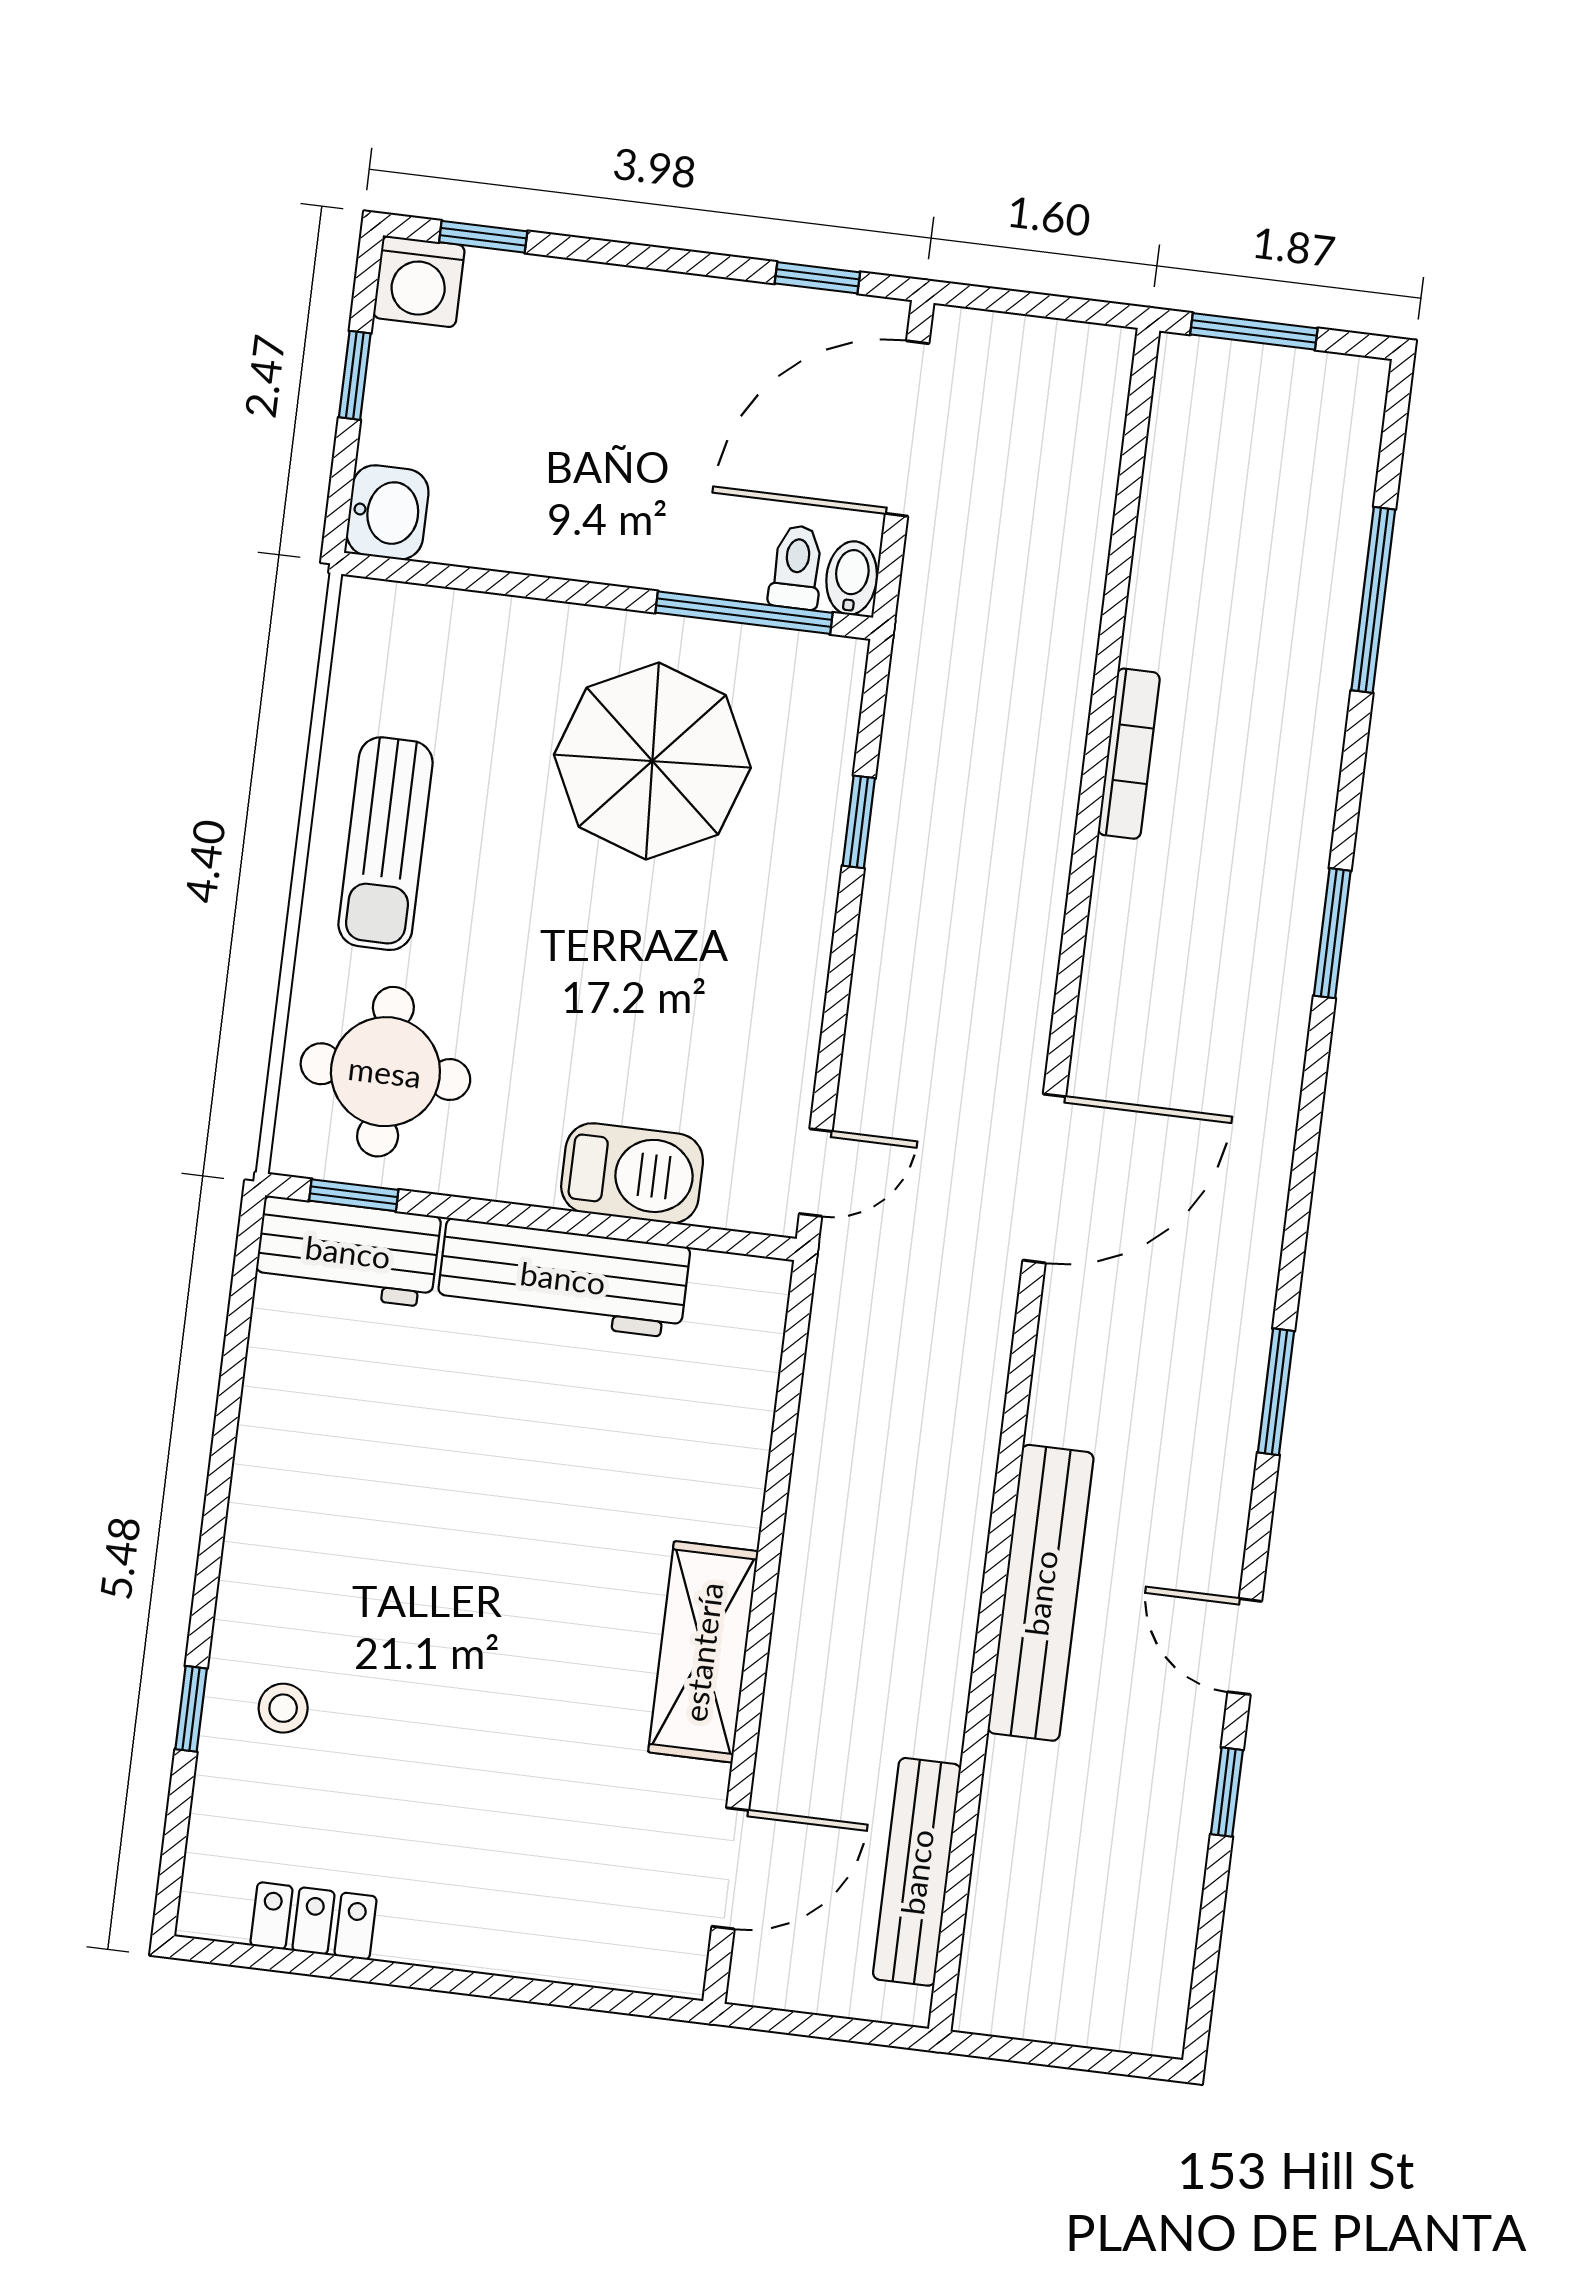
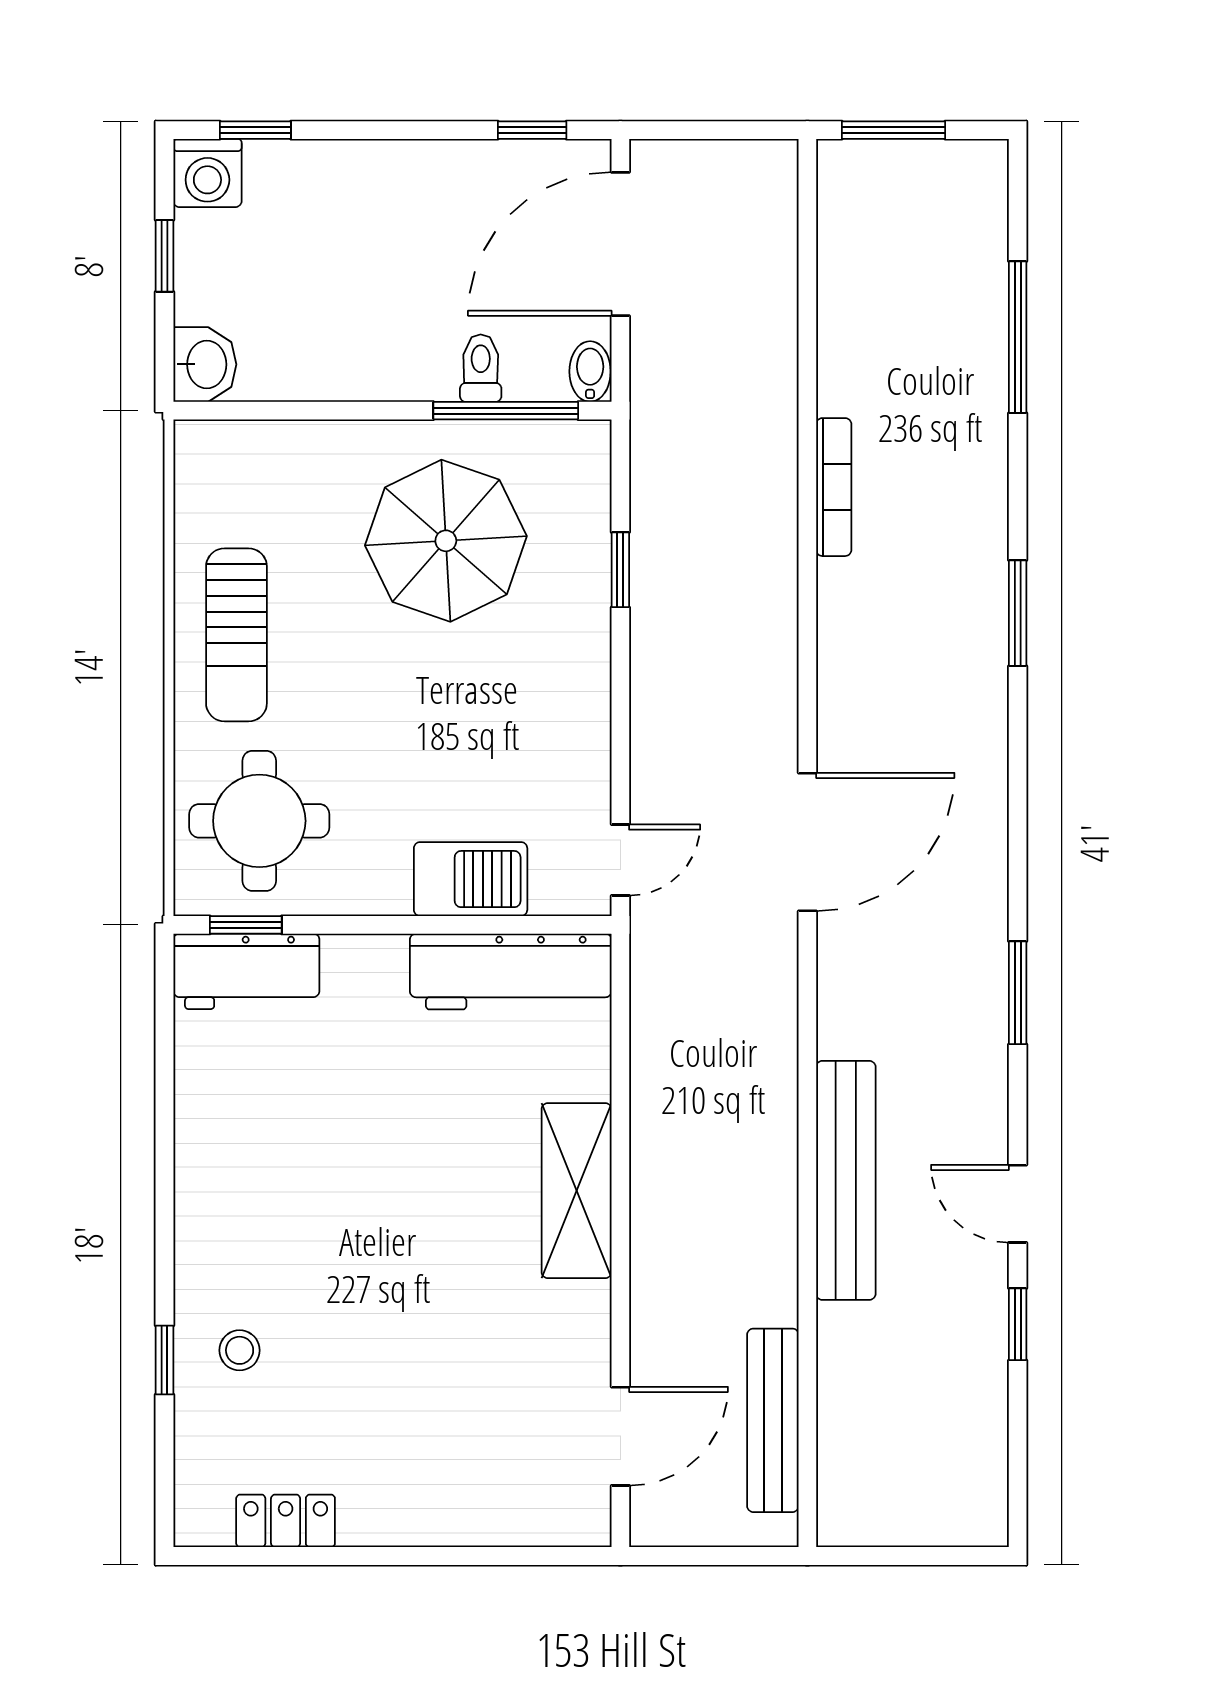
toilet: (797, 567) -> (481, 368), moved
workbench: (563, 1278) -> (511, 972), moved
shelving: (703, 1652) -> (577, 1191), moved

